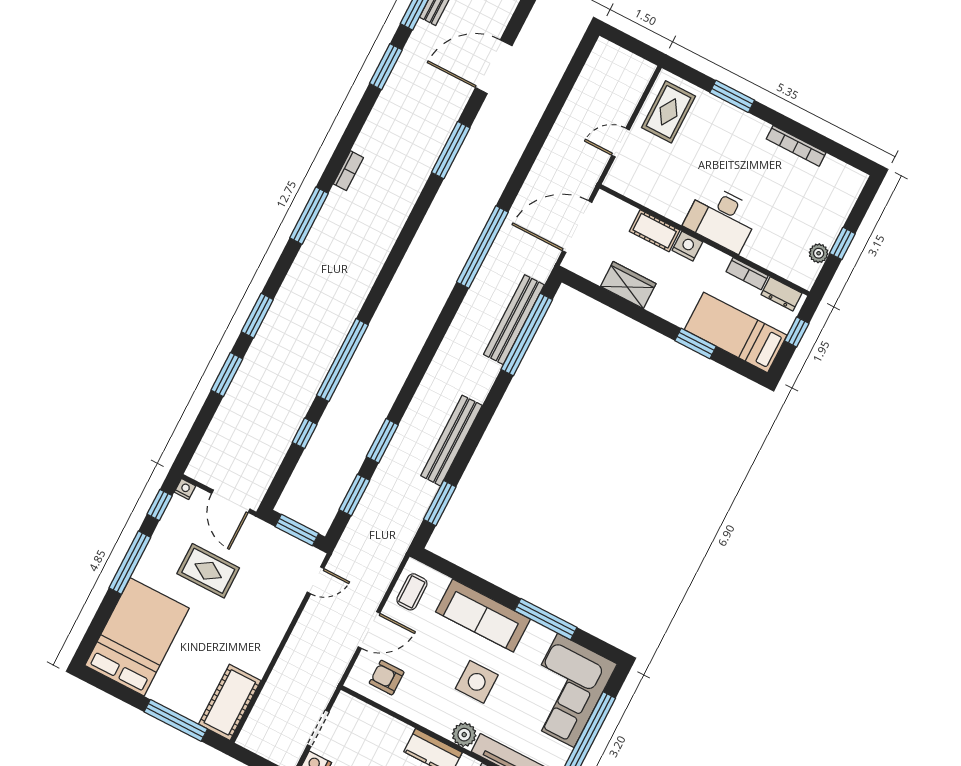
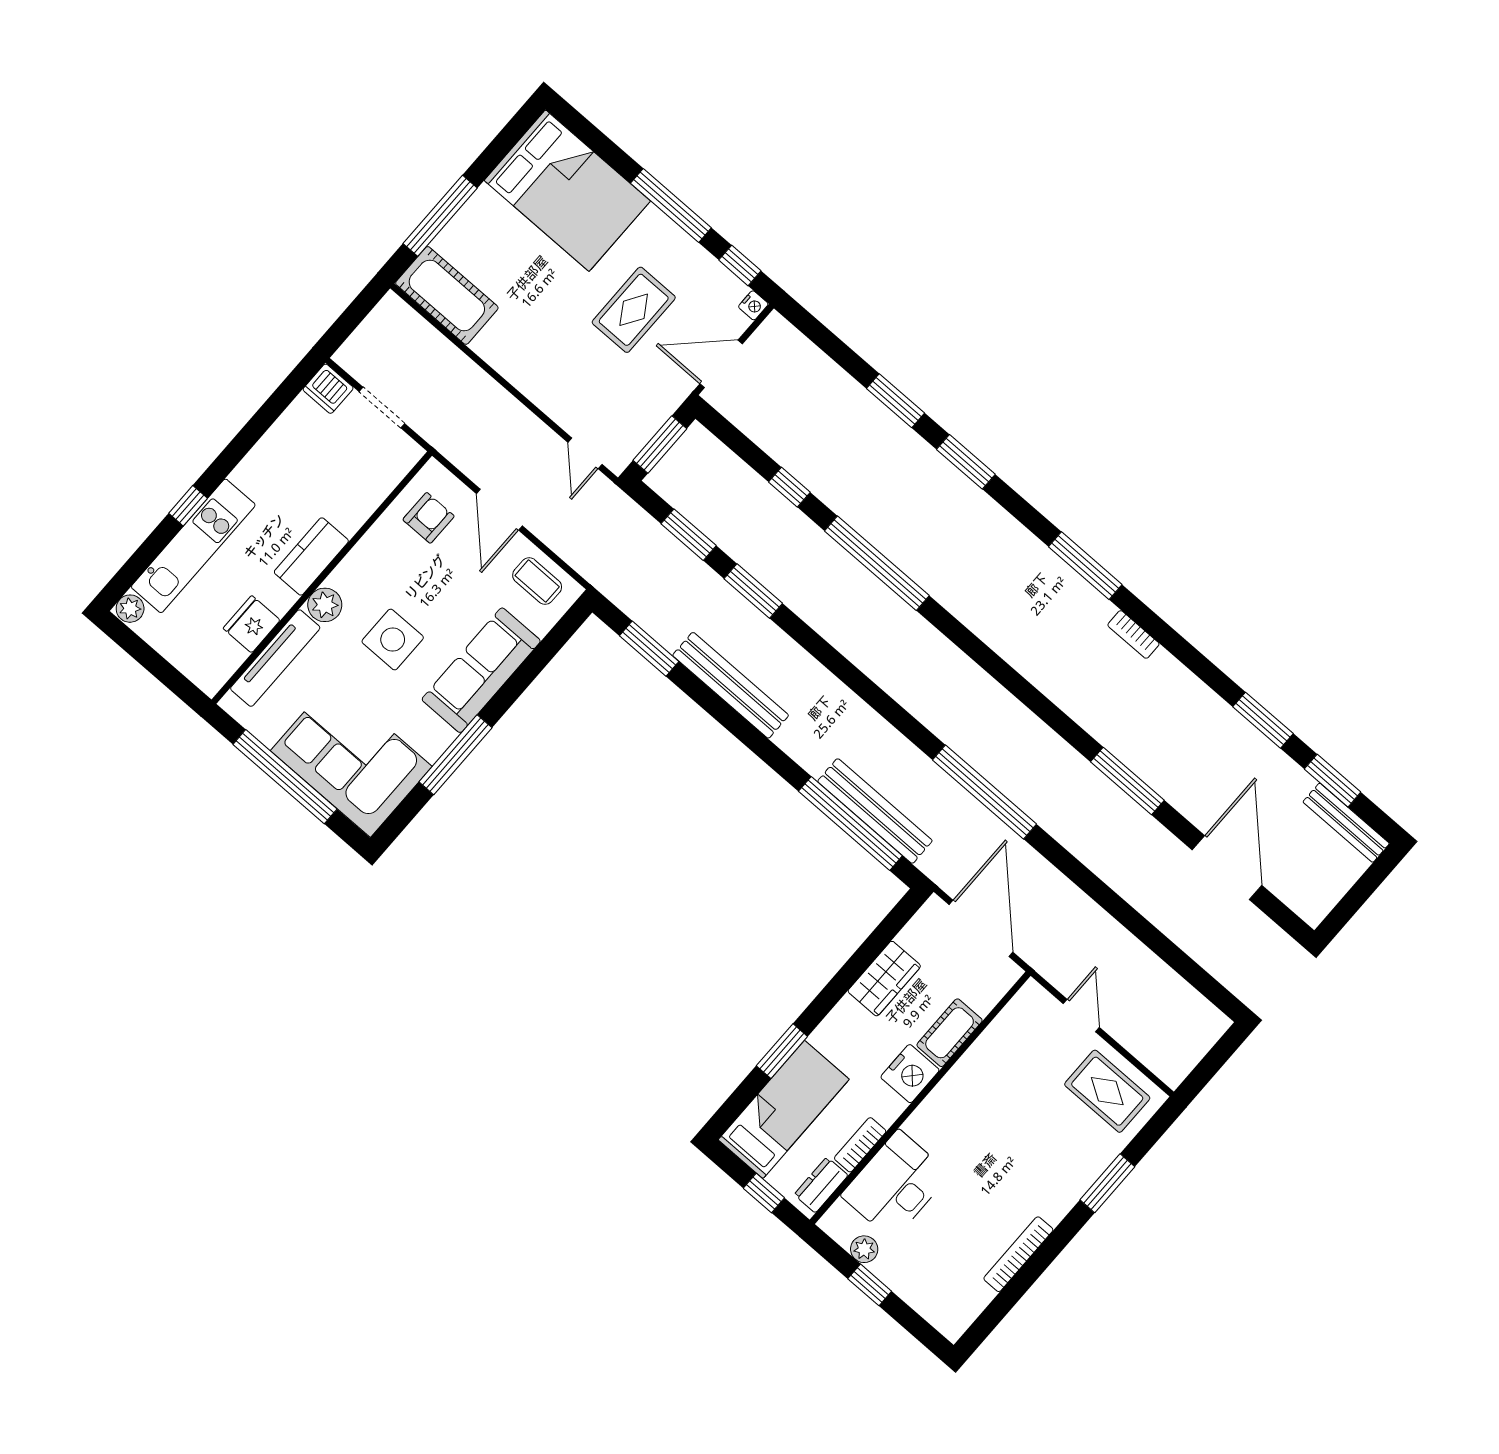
desk: (722, 218) -> (896, 1185), moved
nightstand: (687, 246) -> (910, 1074), width x1.36, depth x1.33

